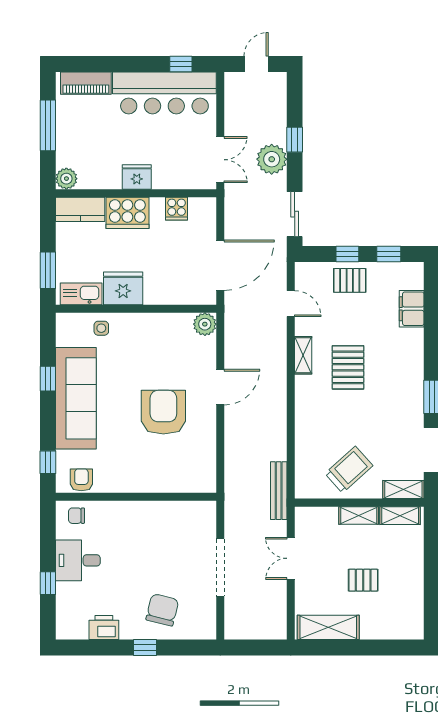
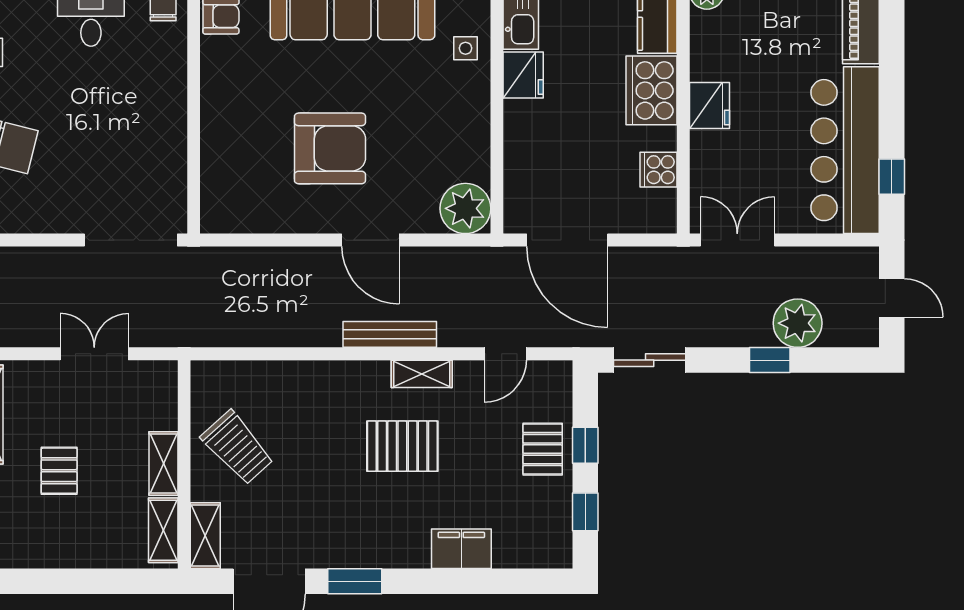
plant: (272, 159) -> (798, 323), moved
double door: (220, 160) -> (737, 240), swing flipped
fridge: (123, 288) -> (523, 75), width x0.73, depth x0.75
filing cabinet: (412, 309) -> (461, 549), moved
plant: (205, 324) -> (465, 208), width x1.36, depth x1.36
bench: (279, 491) -> (390, 334), moved
doorway: (220, 567) -> (131, 240), moved

